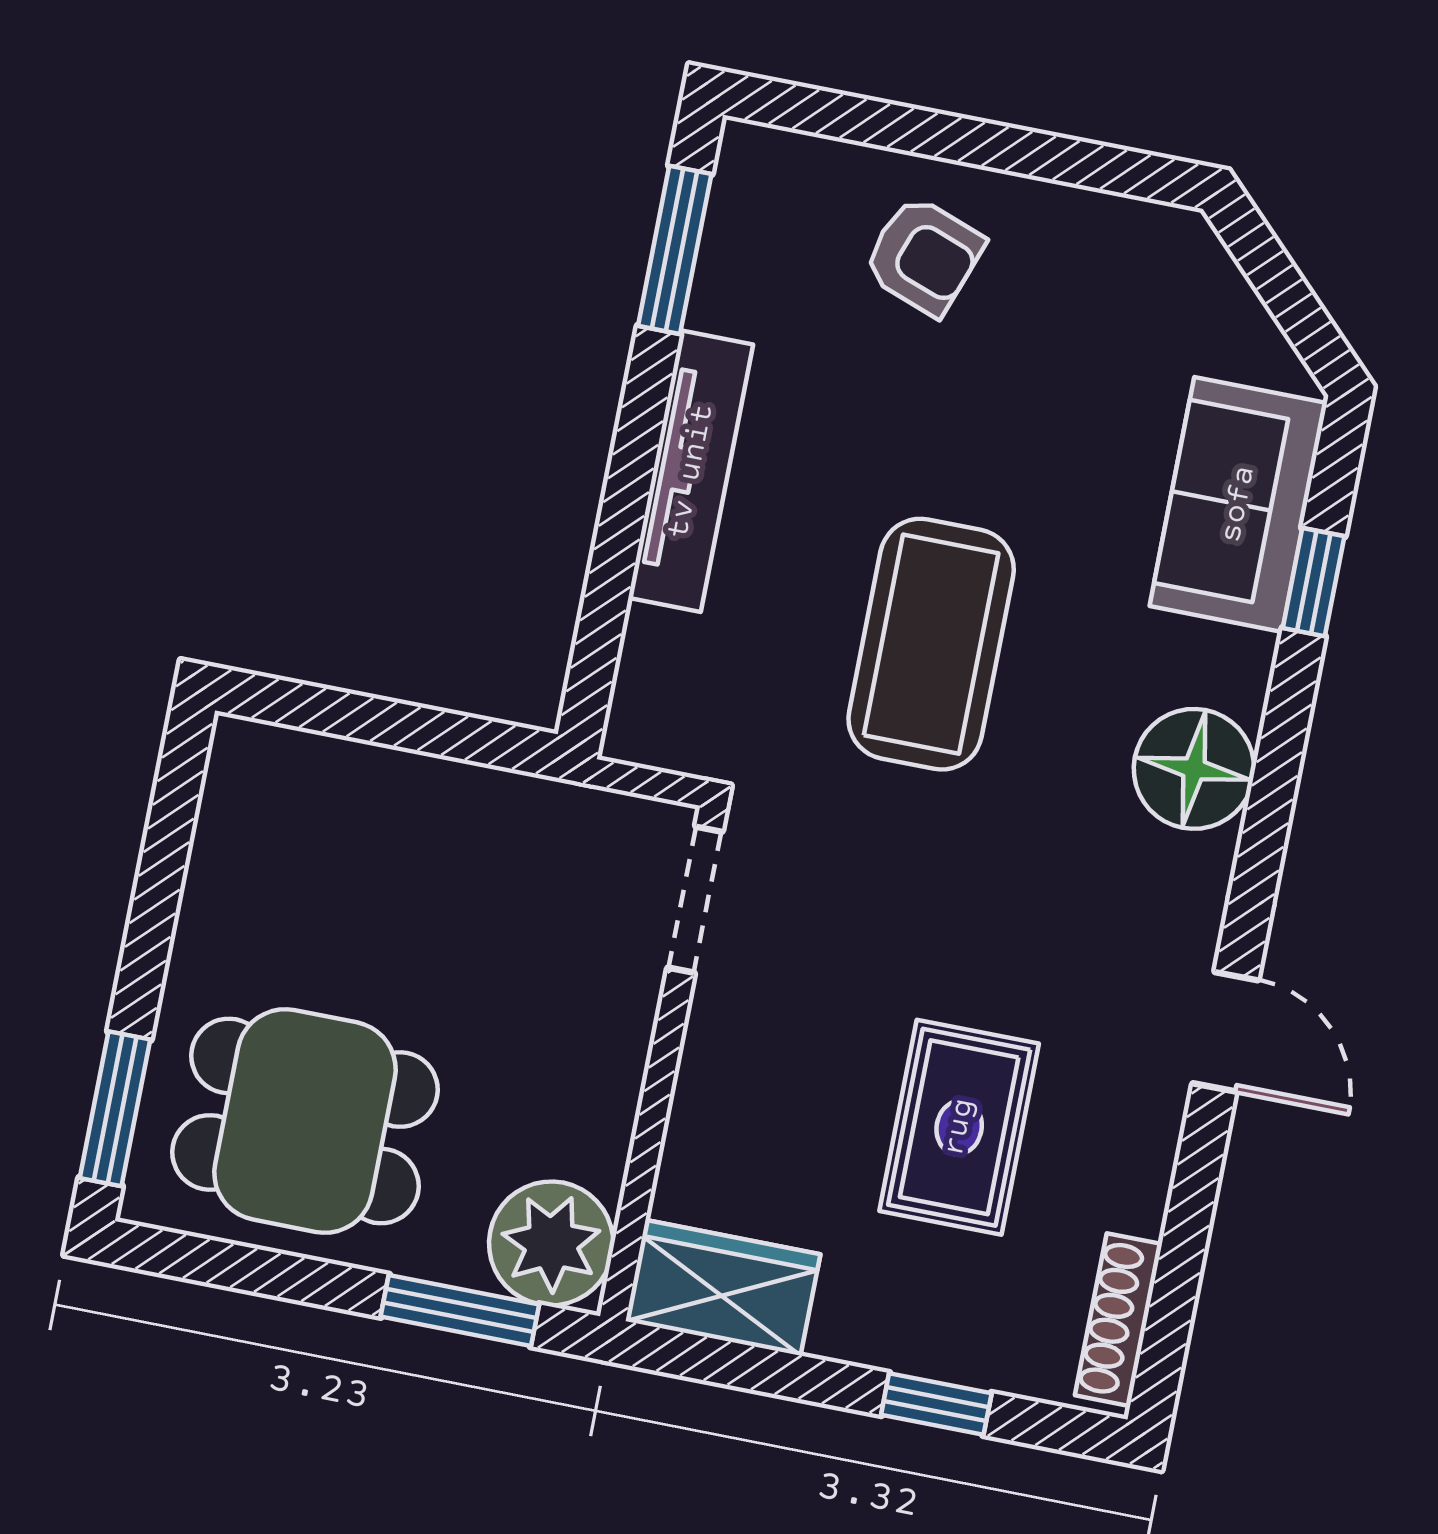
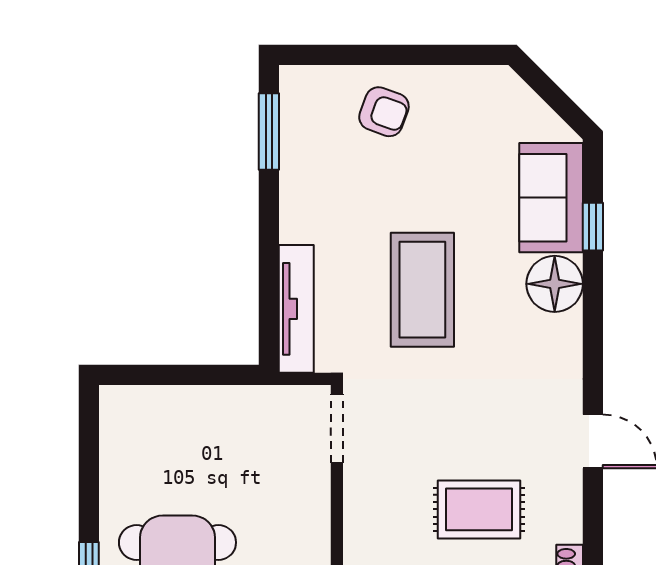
tv unit: (691, 471) -> (296, 309), moved
floor lamp: (1194, 769) -> (555, 284), moved
rug: (959, 1127) -> (479, 509), turned 90

